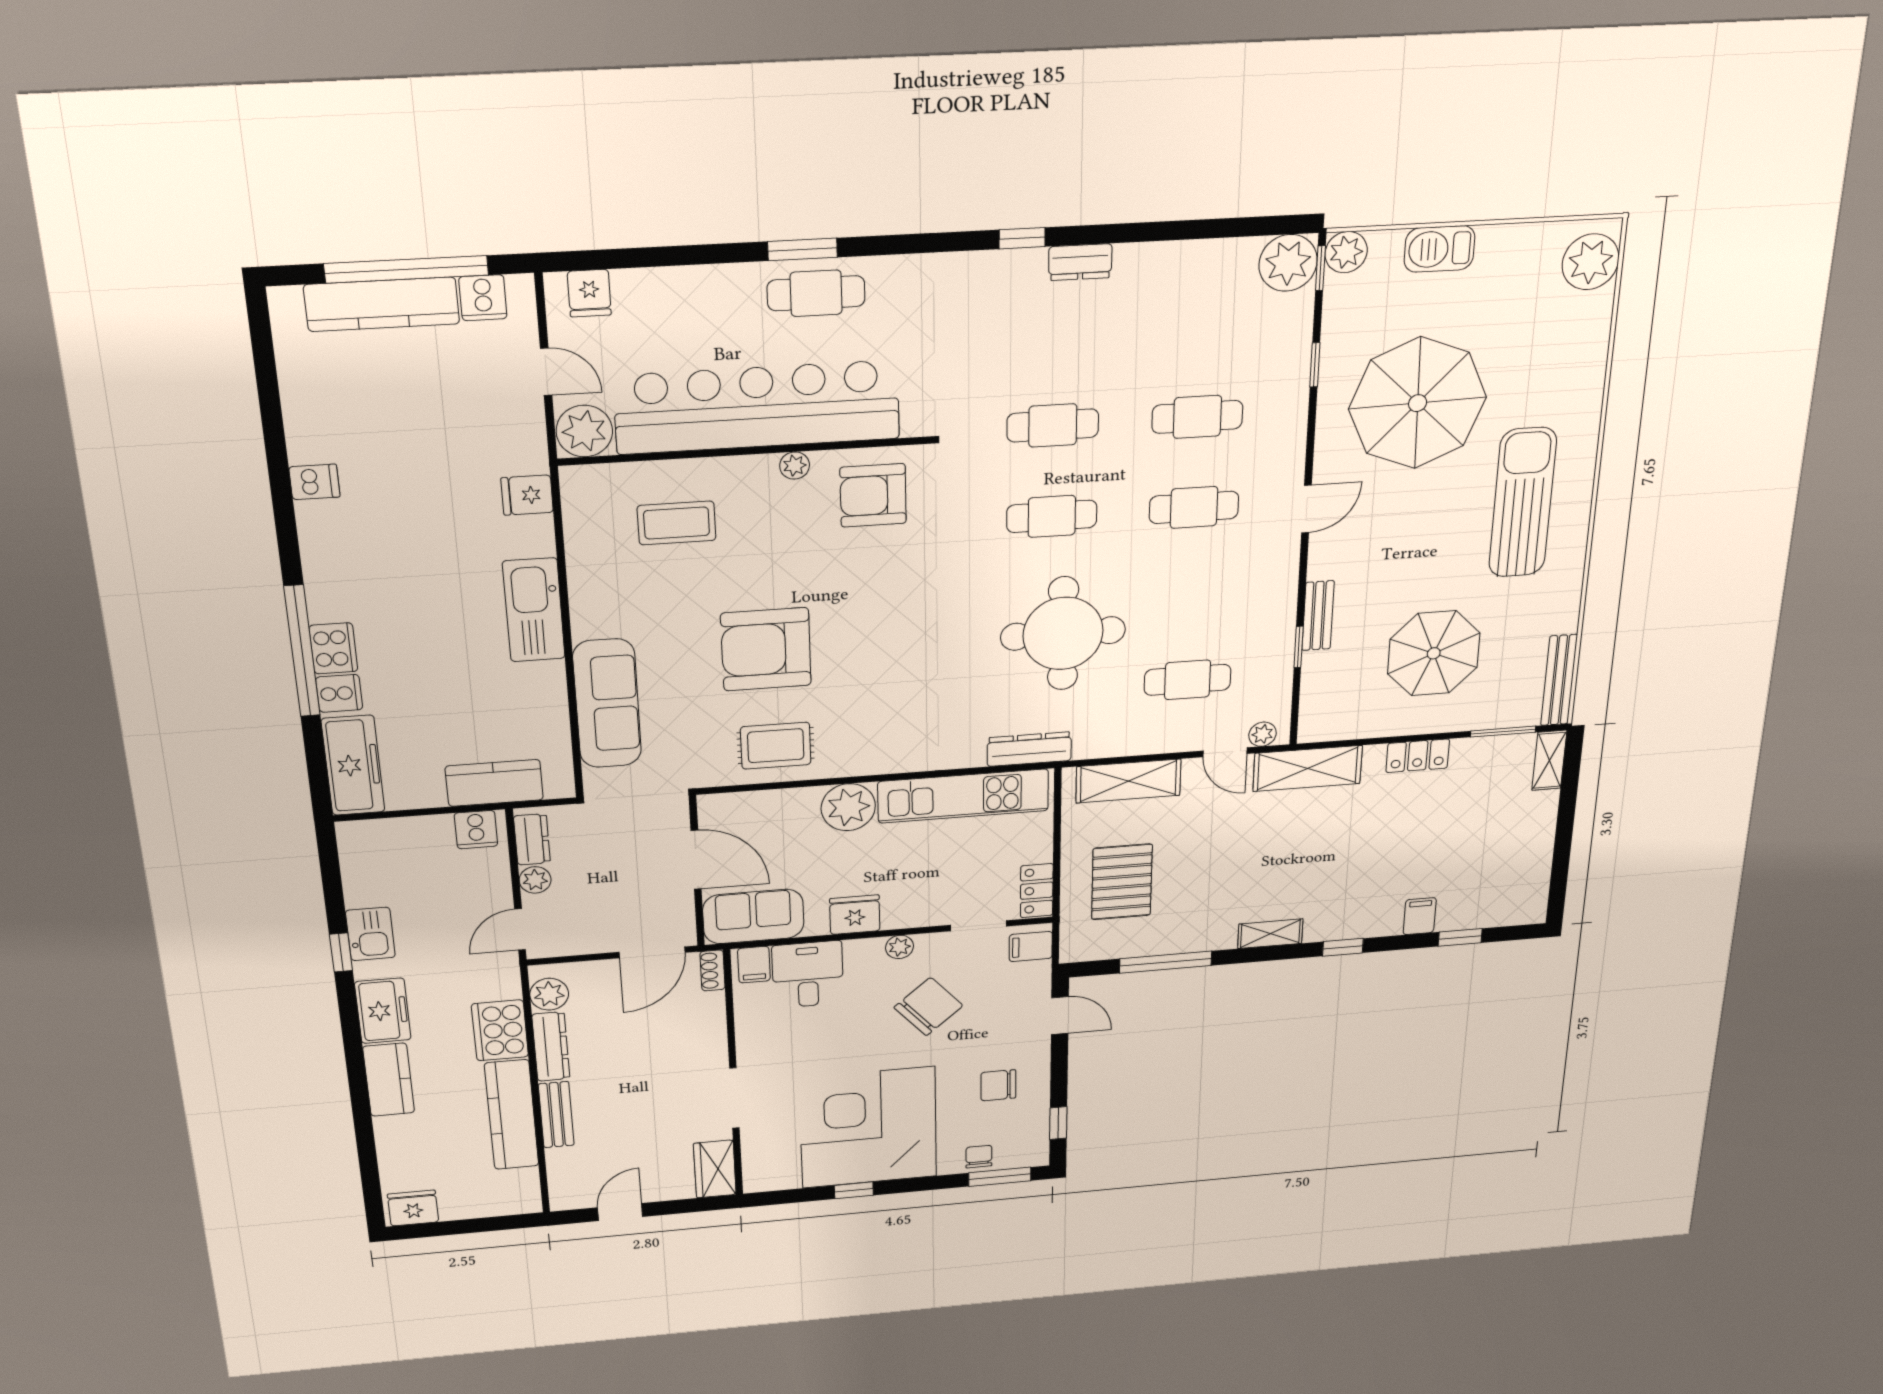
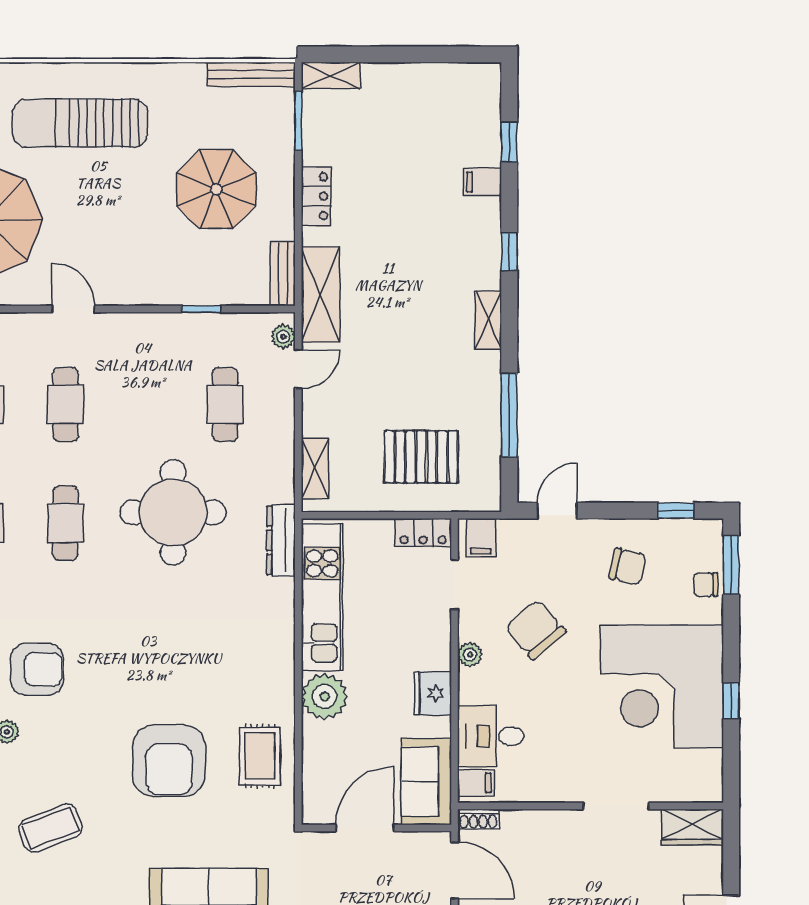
armchair: (873, 495) -> (37, 669), turned -90
coffee table: (677, 523) -> (50, 828), turned 69
bench: (1318, 616) -> (283, 274), moved, turned 90
shelving: (1128, 781) -> (315, 469), width x0.67, depth x0.75
chair: (998, 1085) -> (628, 567), turned -77

